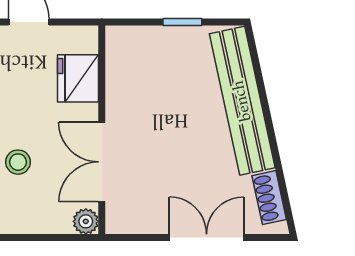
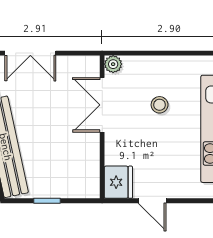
fridge: (78, 78) -> (118, 182), moved
double door: (102, 162) -> (102, 105), swing flipped

